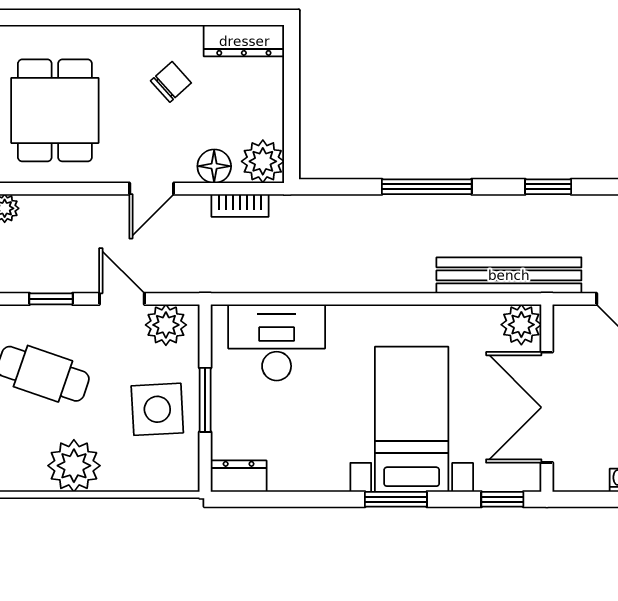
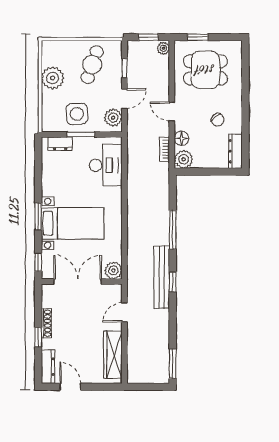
bench: (509, 275) -> (162, 277), moved
dresser: (239, 476) -> (60, 144), moved, turned 90

